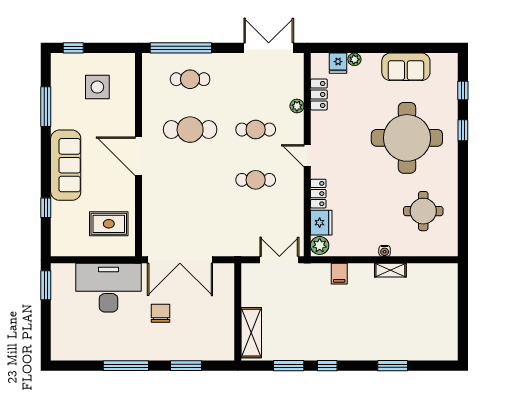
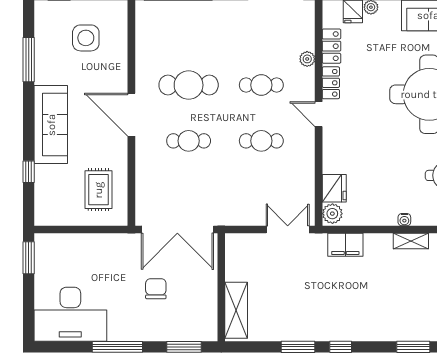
cafe table: (190, 79) -> (189, 141), moved
locker: (318, 194) -> (331, 83), moved
rug: (109, 224) -> (98, 190), turned 90
filing cabinet: (339, 274) -> (345, 245), width x2.00
desk: (108, 288) -> (70, 314), moved, turned 180
wall: (238, 312) -> (221, 287), moved
shelving: (251, 333) -> (236, 310), moved

